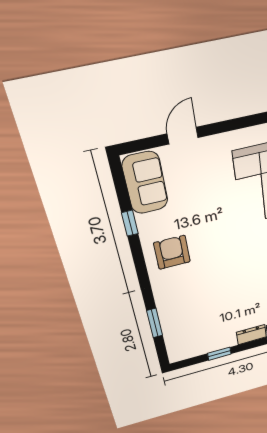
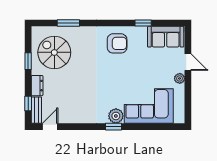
plant: (213, 144) -> (180, 78), added
spiral stairs: (202, 328) -> (54, 52), added

